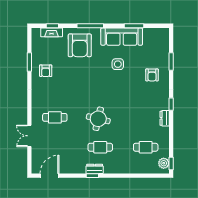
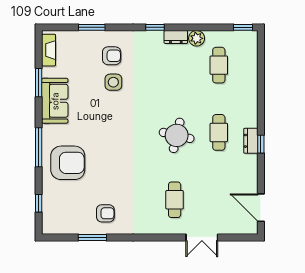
fireplace: (52, 32) -> (49, 50), moved
sofa: (122, 37) -> (55, 101), width x0.73
side table: (118, 64) -> (113, 82), moved
plant: (164, 163) -> (197, 38), moved

